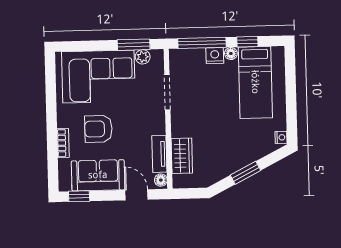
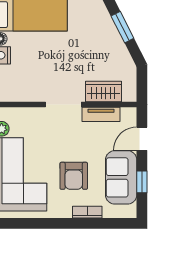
doorway: (167, 92) -> (63, 105), moved
floor lamp: (161, 180) -> (128, 114), removed
window: (79, 196) -> (142, 182), moved

